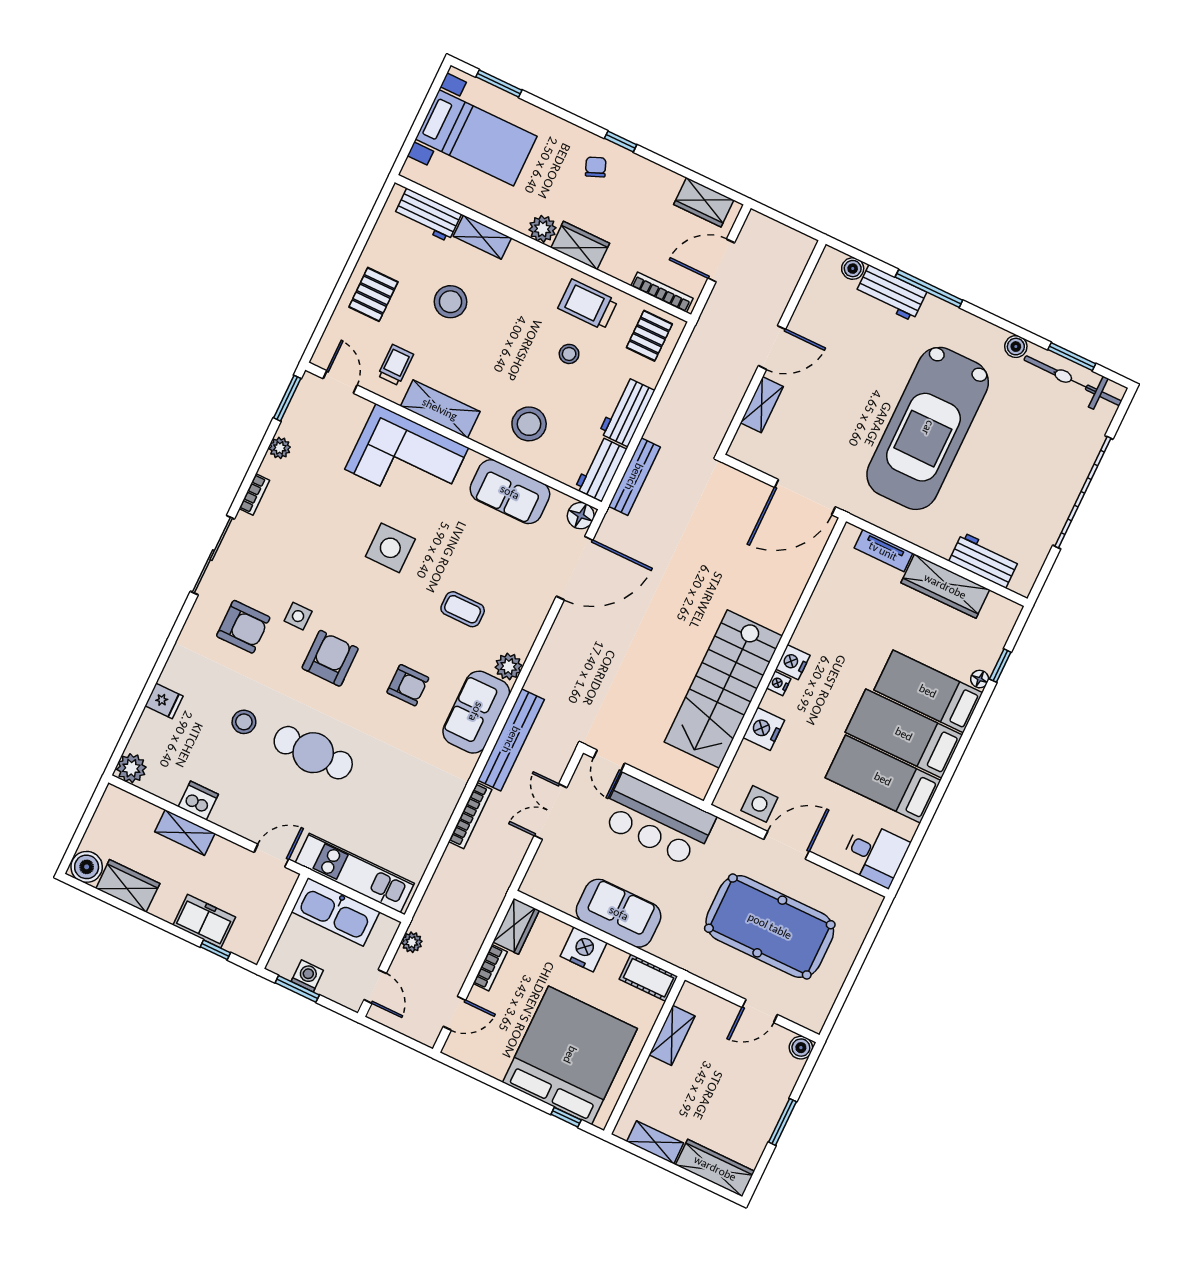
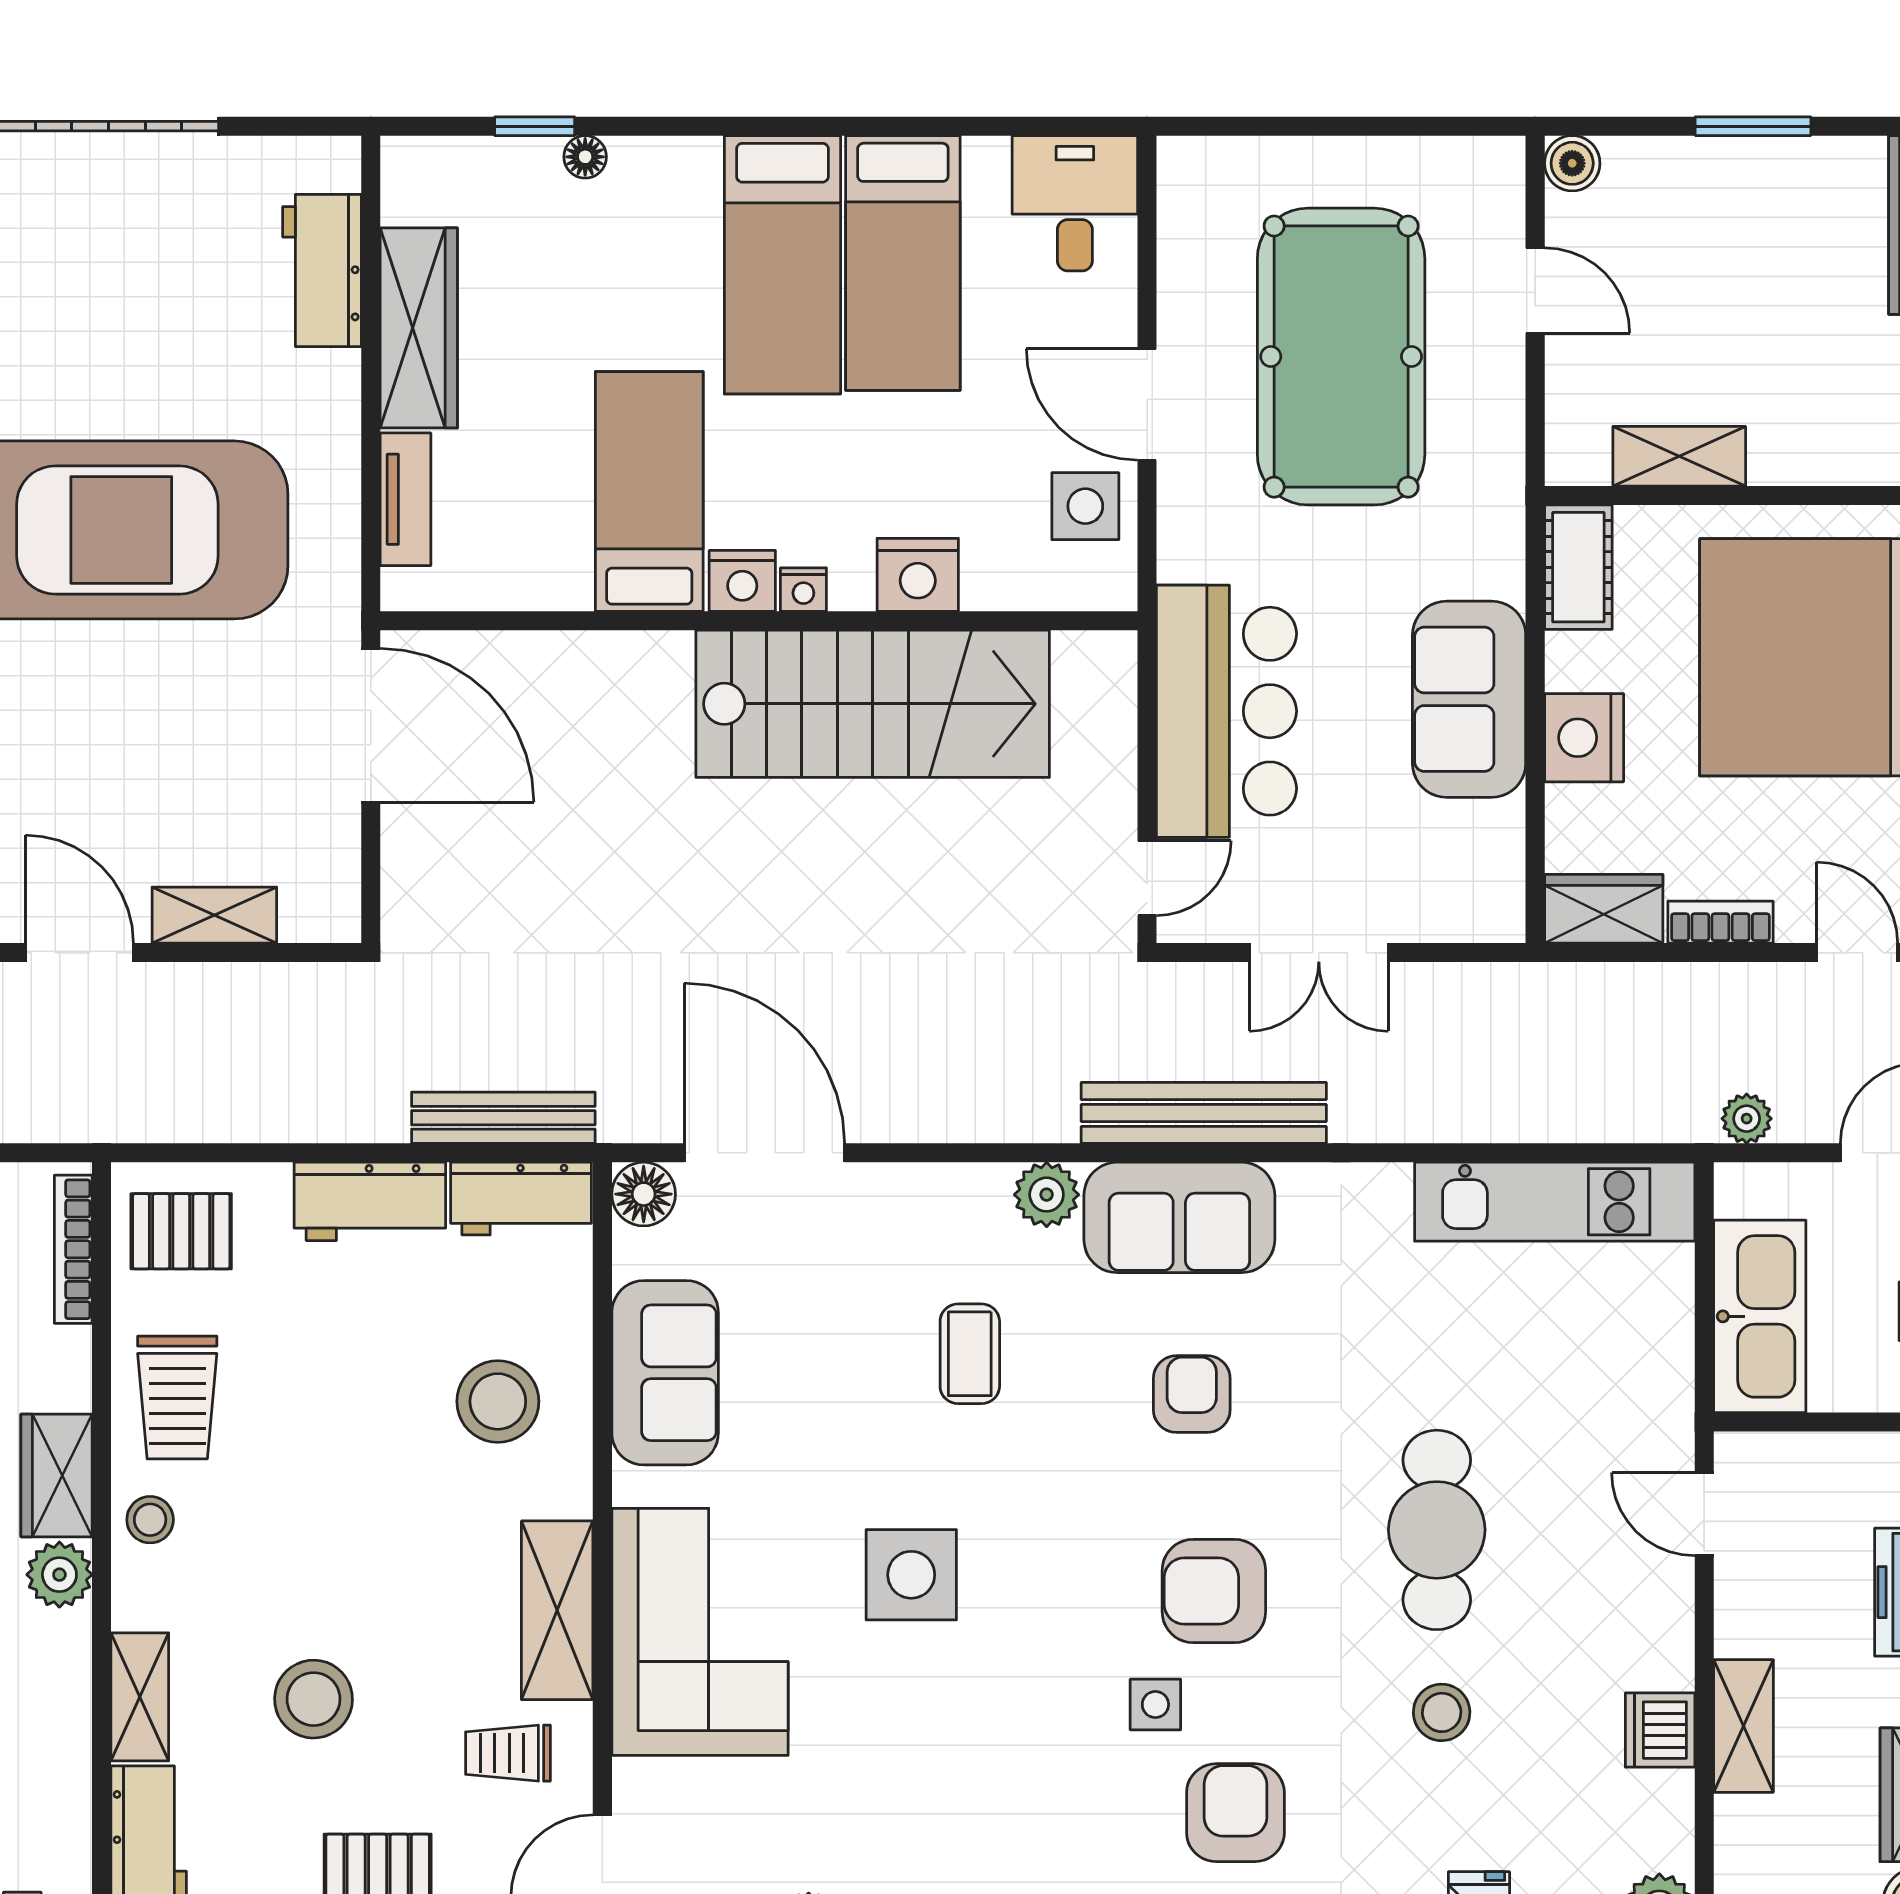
stool: (569, 354) -> (150, 1520), moved
bed: (928, 691) -> (649, 491), moved, turned 180
bookcase: (470, 815) -> (1410, 1123), removed
kitchen unit: (355, 873) -> (1555, 1202), moved, turned -90

